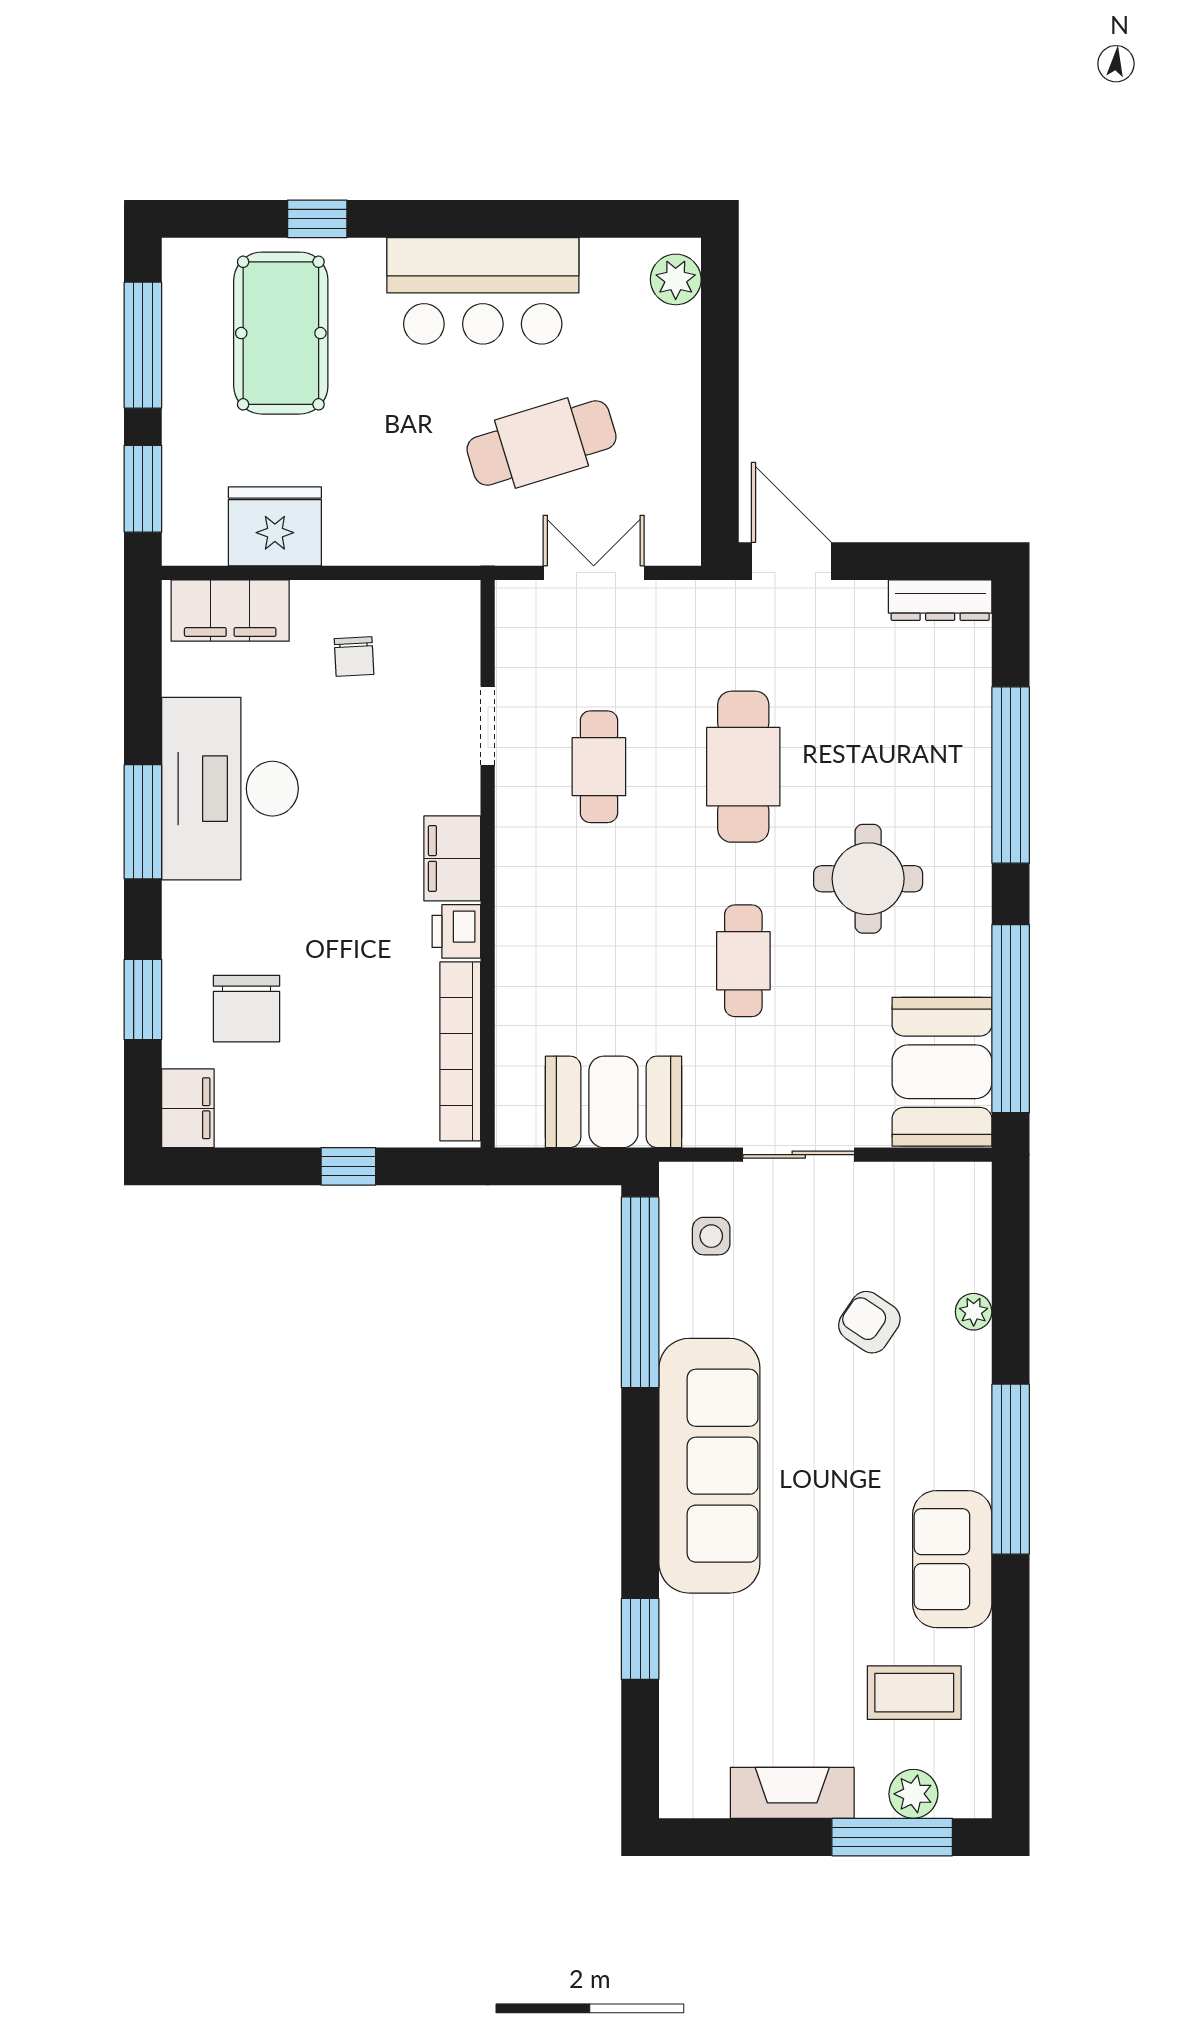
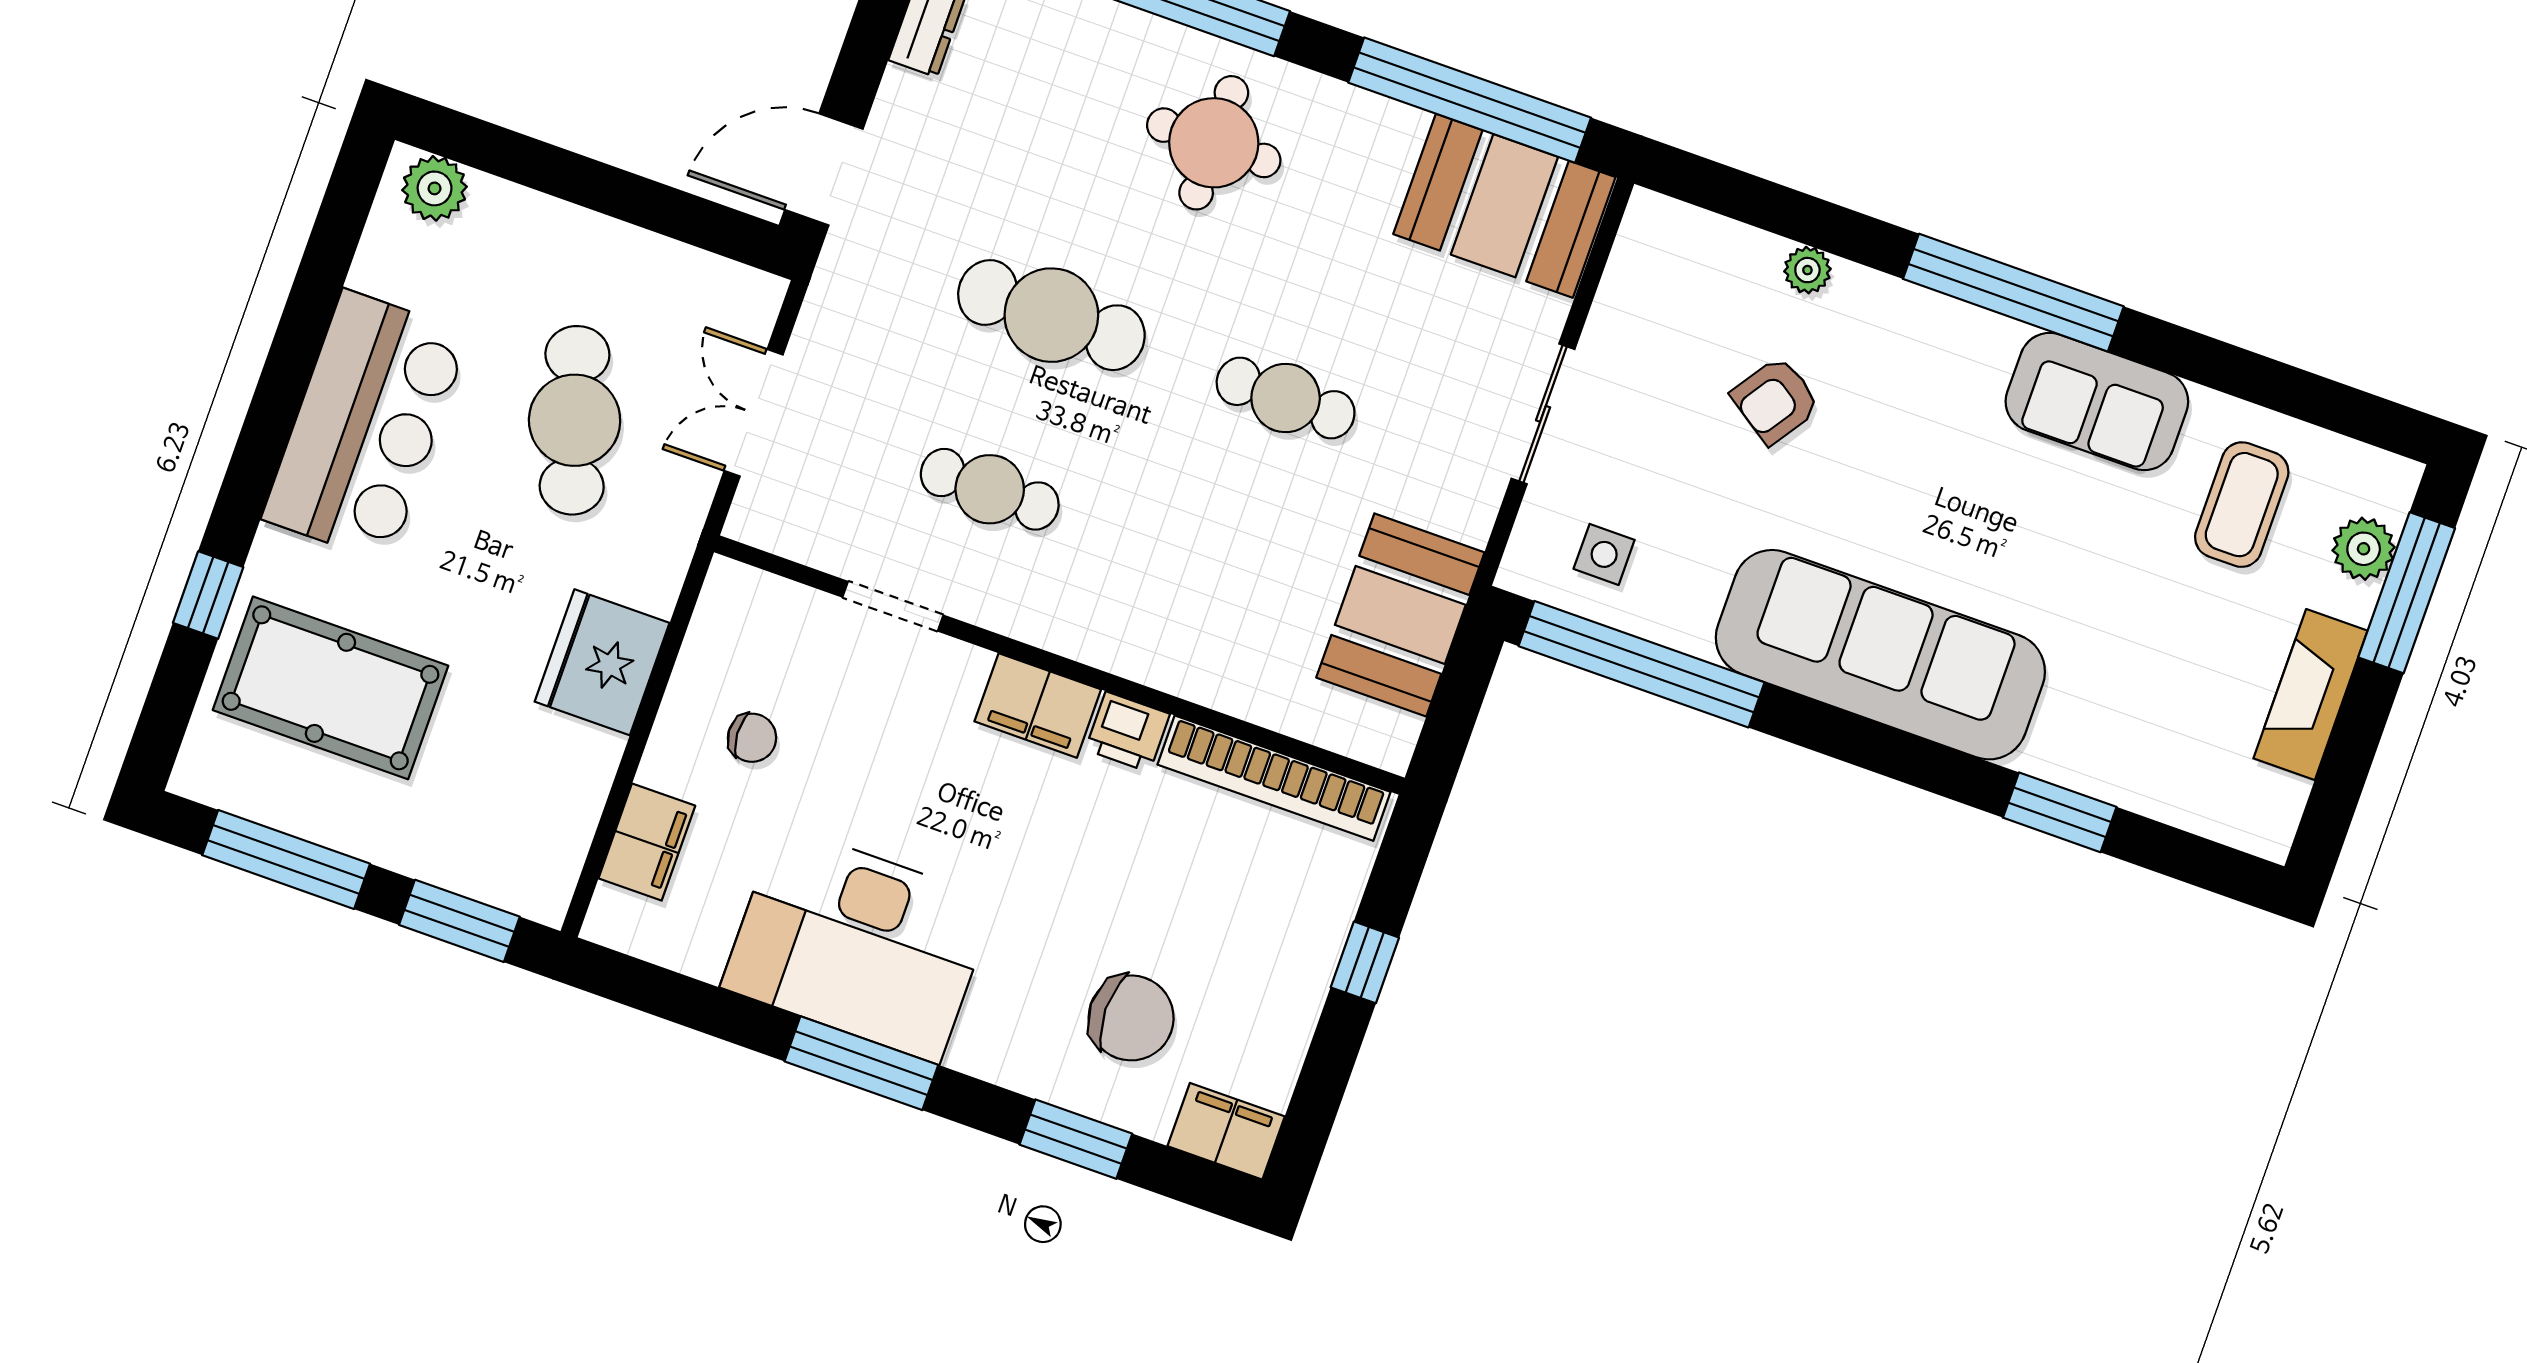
fridge: (275, 526) -> (602, 662), moved
filing cabinet: (230, 611) -> (647, 842), width x0.67, depth x0.86
round table: (868, 879) -> (1214, 143), moved

